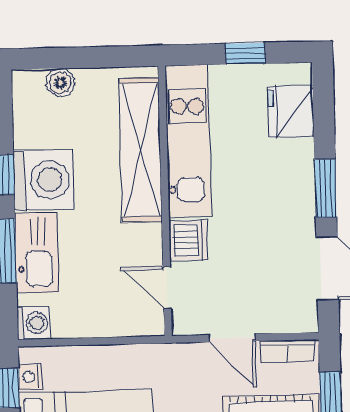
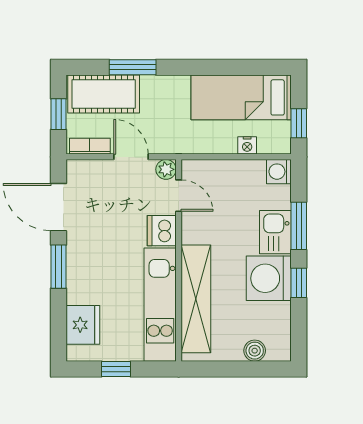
kitchen sink: (37, 253) -> (275, 232), width x0.73
plant: (185, 322) -> (166, 169), added
nightstand: (30, 377) -> (247, 145), moved, turned 90

